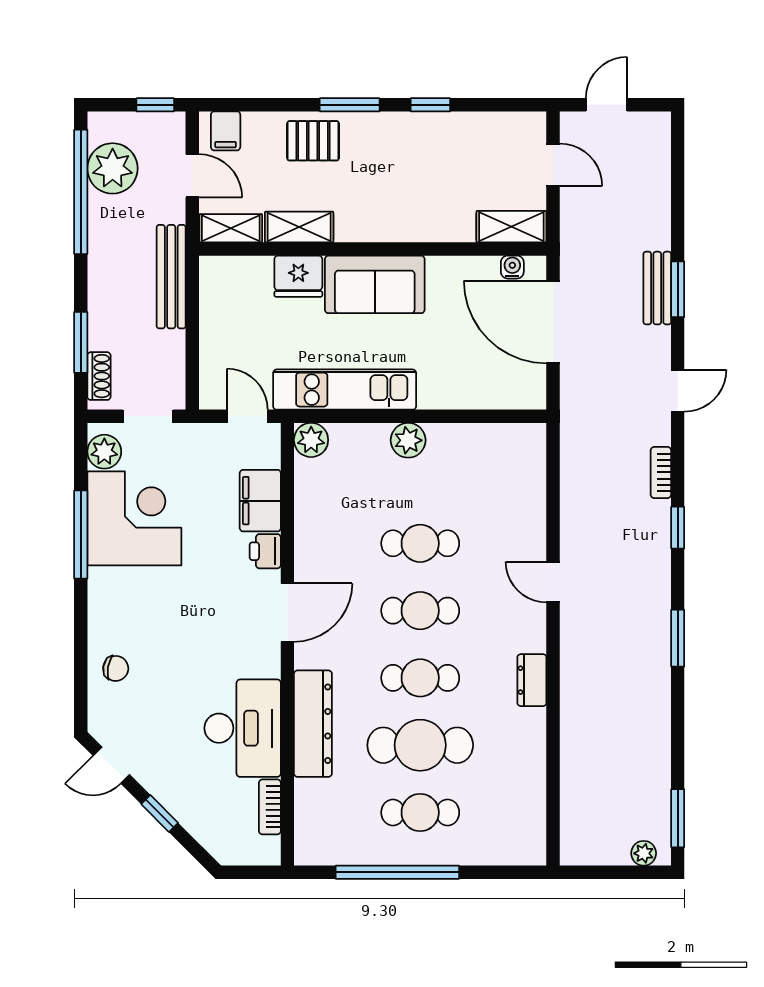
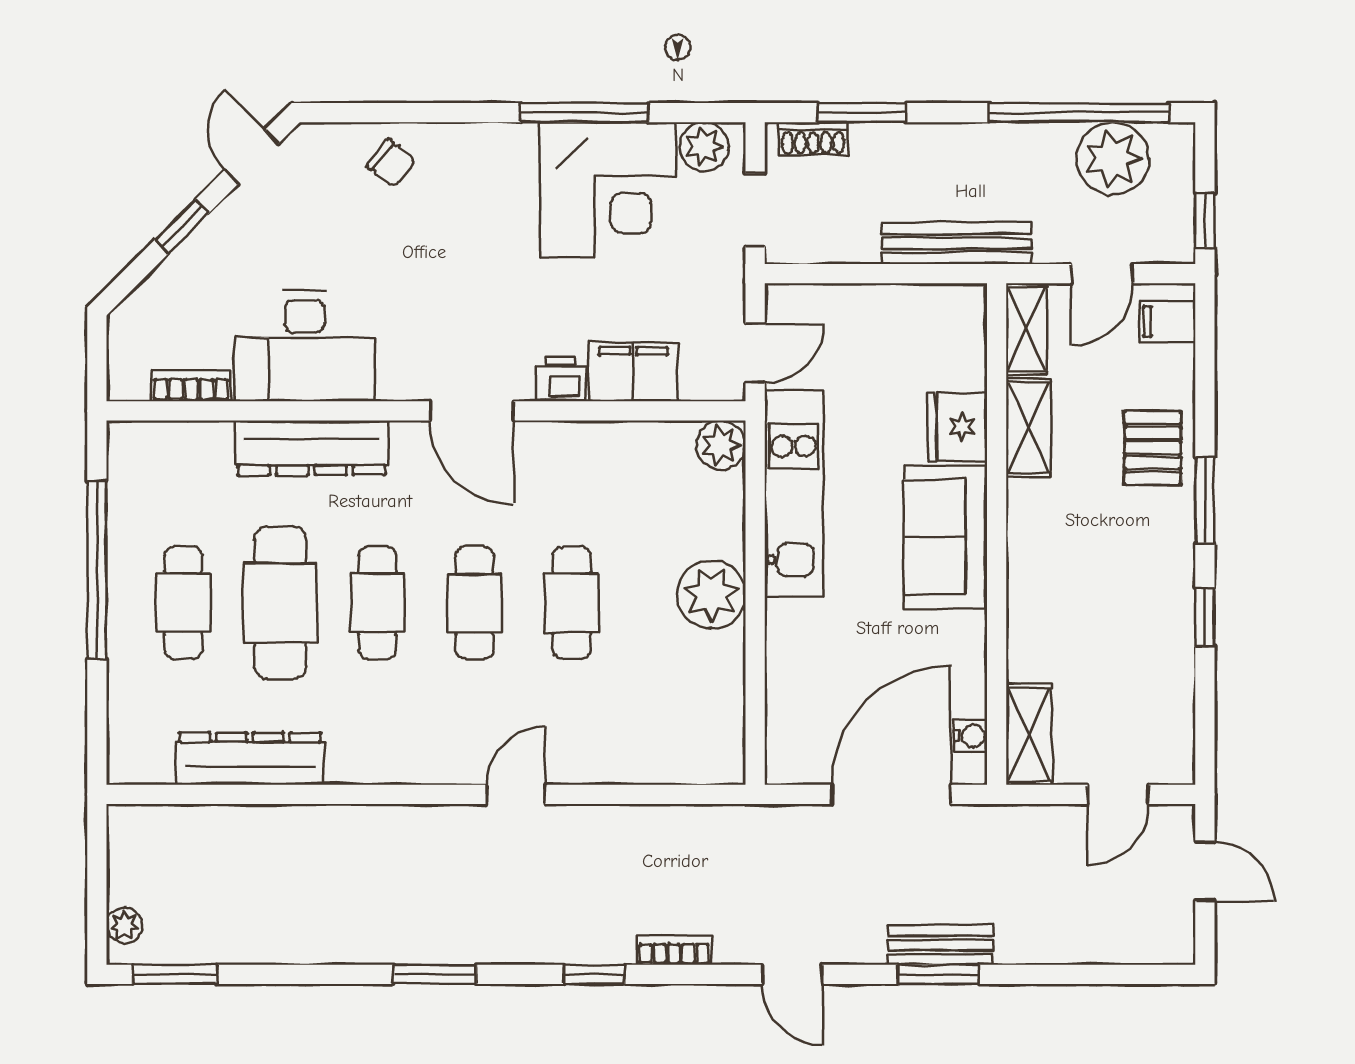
plant: (408, 440) -> (711, 594), width x1.36, depth x1.36
chair: (116, 668) -> (391, 163), turned -61
dresser: (532, 680) -> (250, 759), moved, width x1.96, depth x1.24

